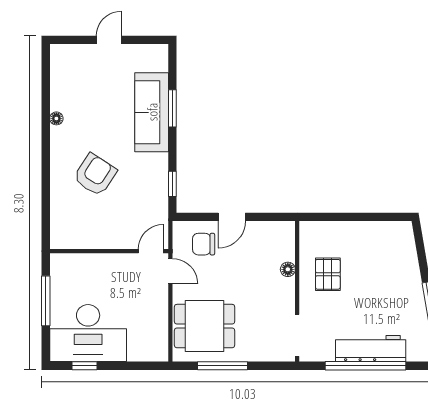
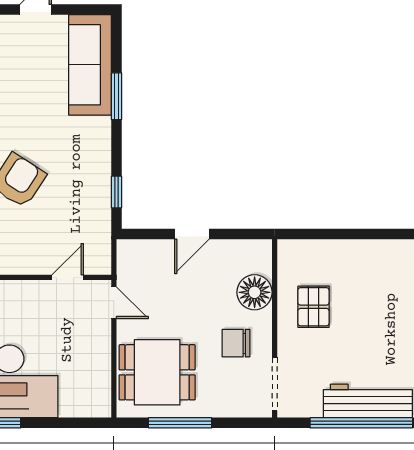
sofa: (152, 112) -> (90, 65), moved
chair: (204, 244) -> (236, 343), moved
door: (151, 251) -> (68, 277), moved
floor lamp: (288, 269) -> (255, 292), width x1.89, depth x1.89

